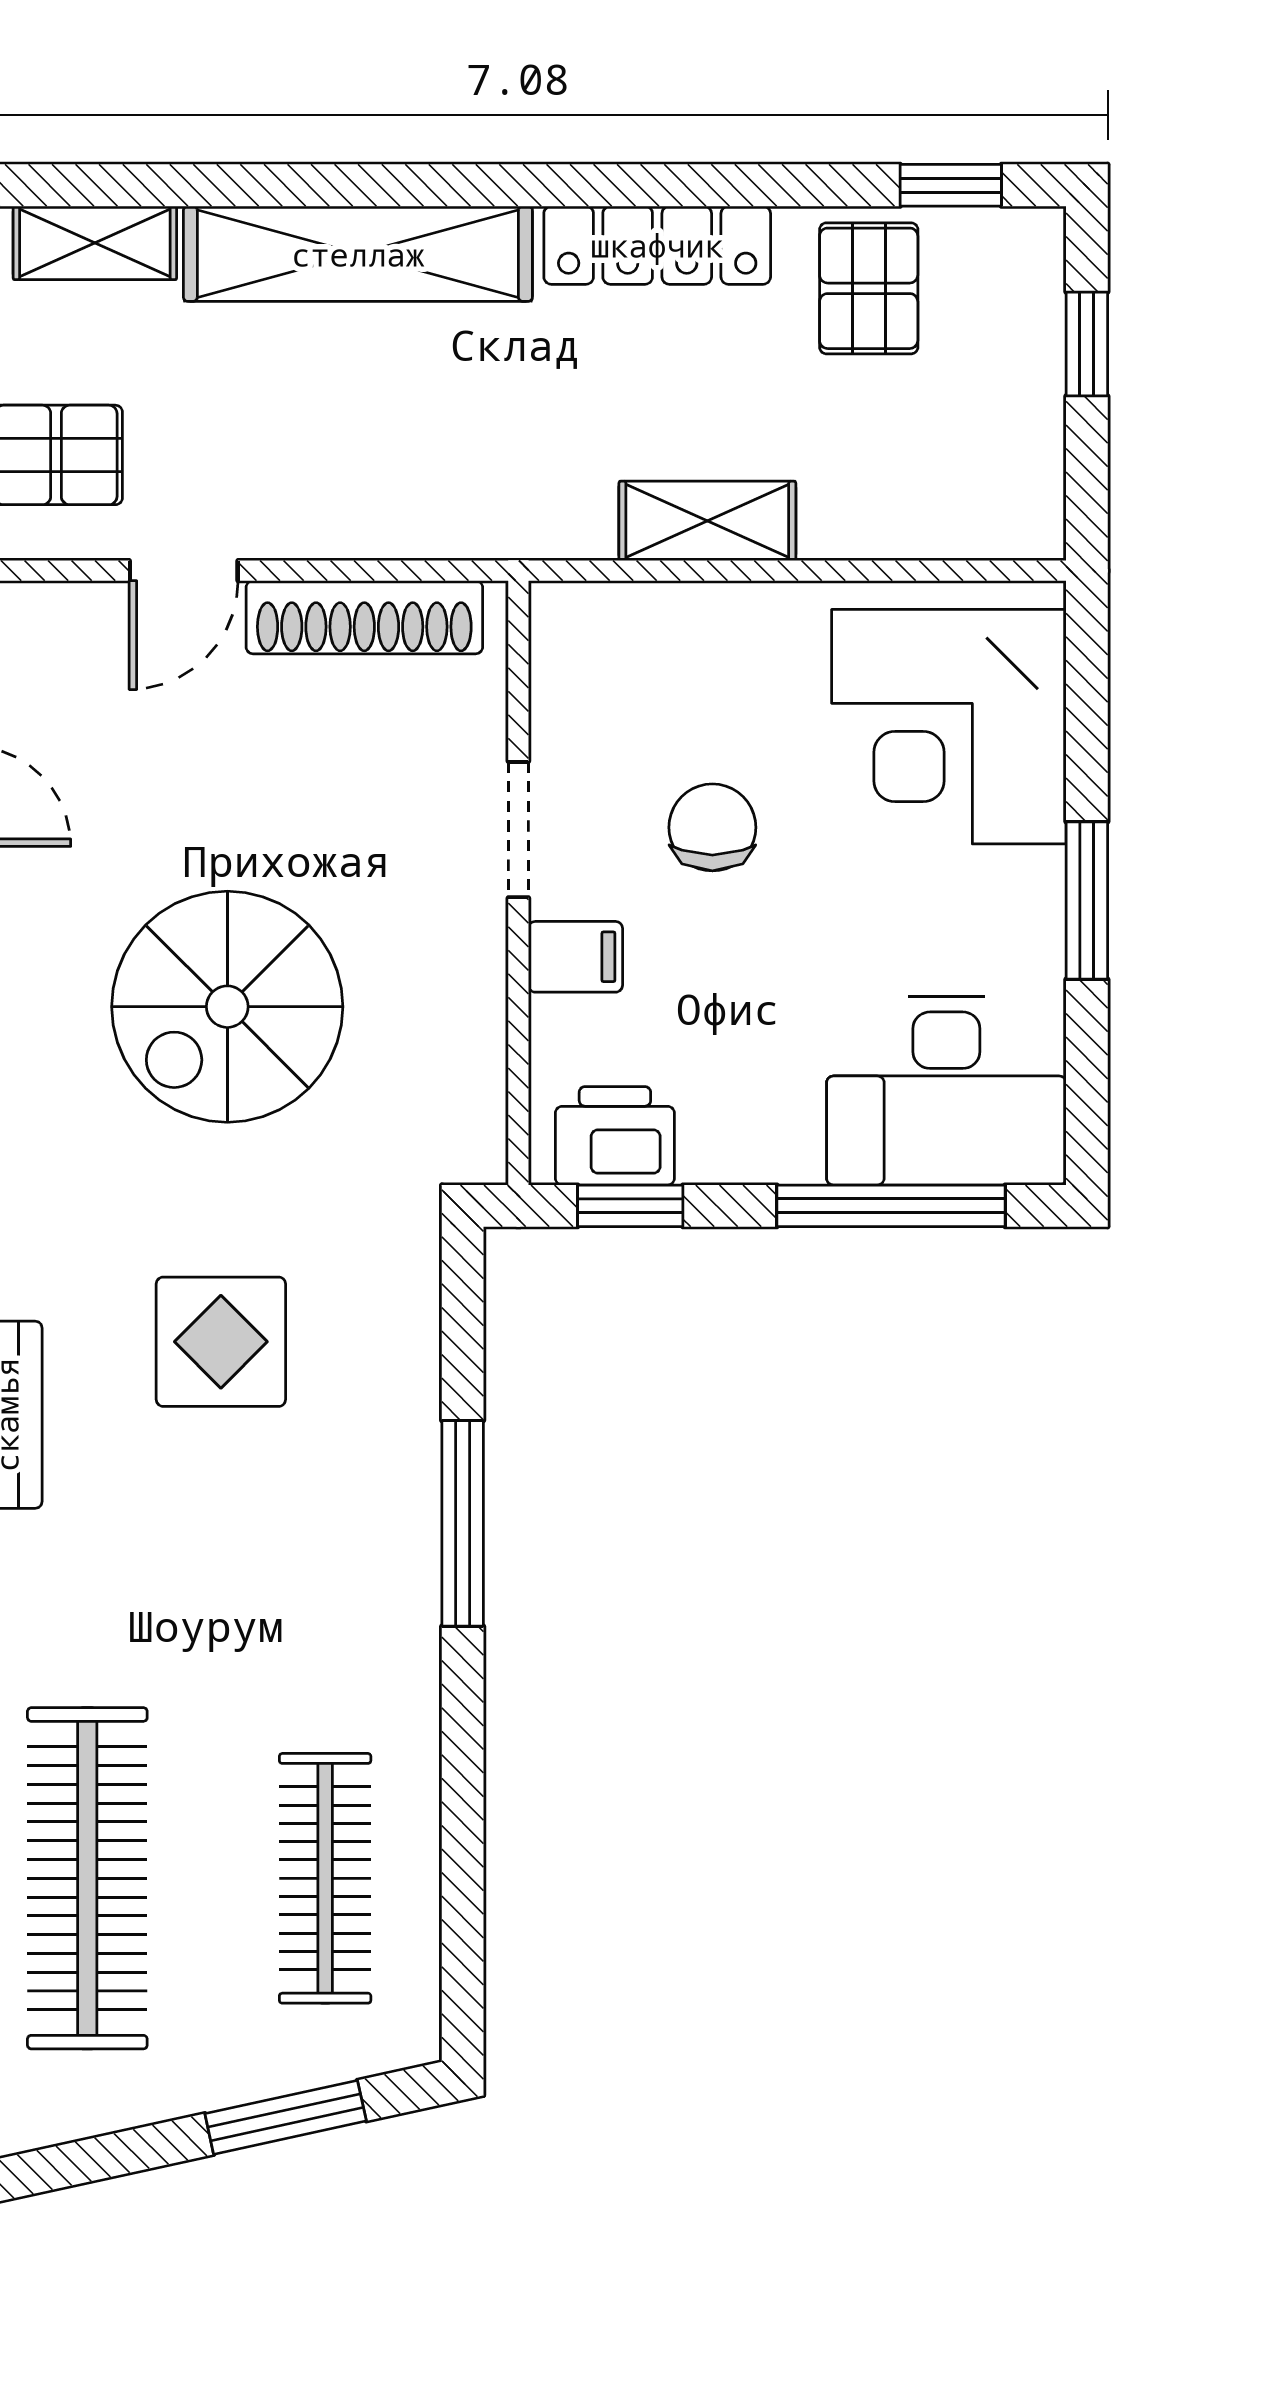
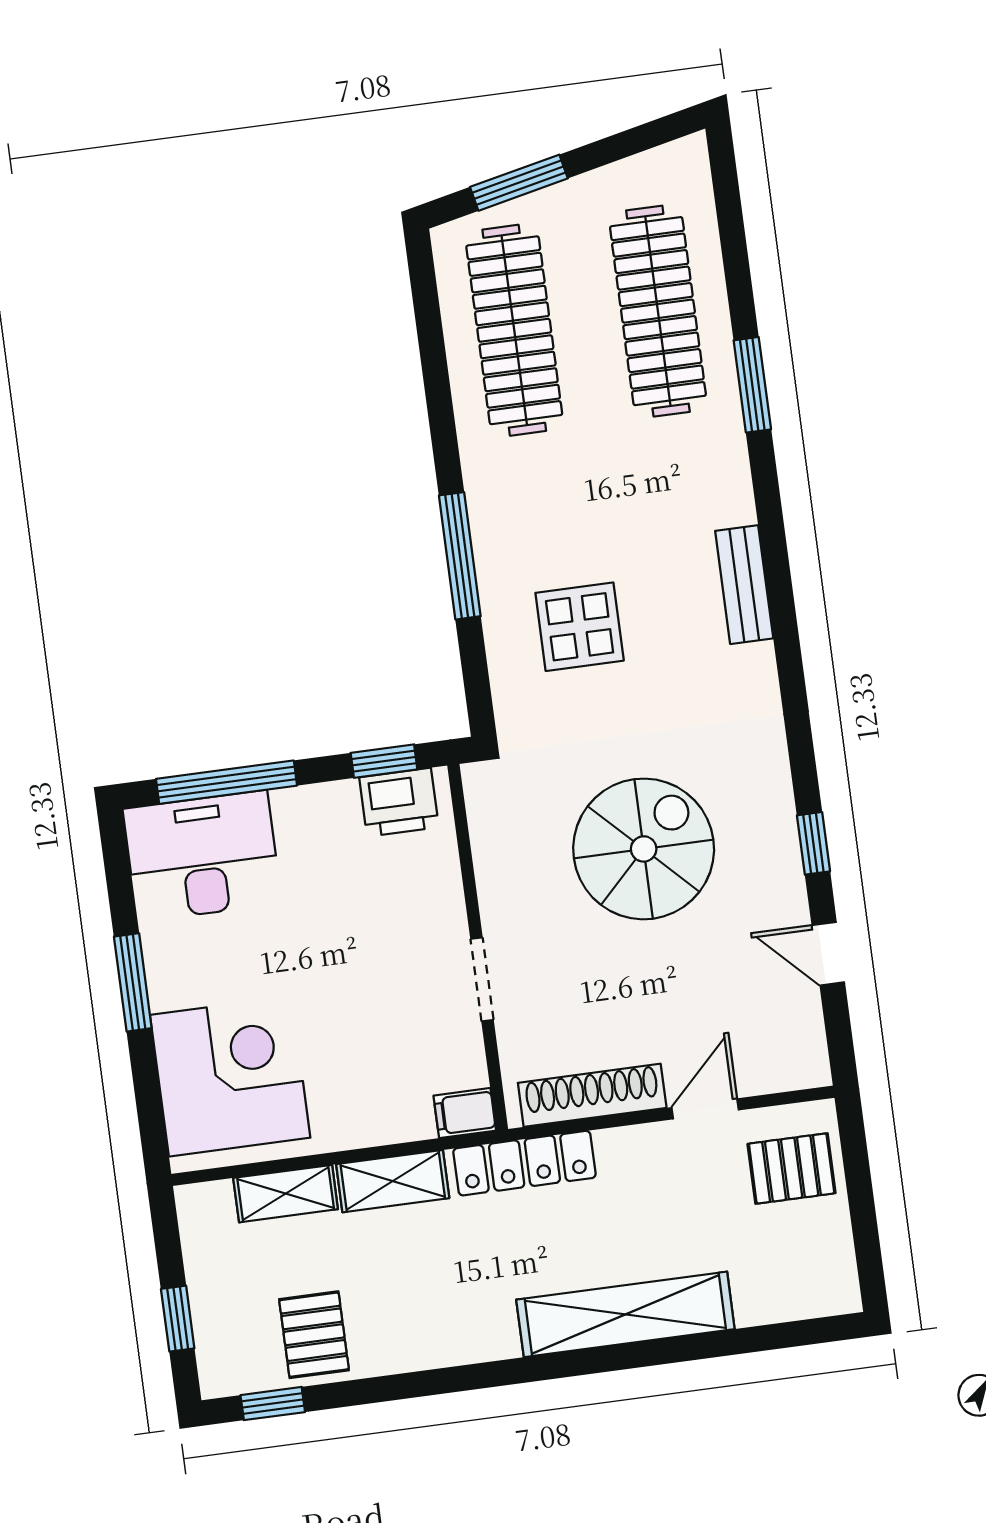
shelving: (95, 243) -> (286, 1194), moved
locker: (657, 245) -> (524, 1163), moved, turned 180
chair: (712, 827) -> (365, 996), removed
filing cabinet: (575, 957) -> (465, 1113), moved
display table: (221, 1342) -> (580, 627), moved
clothes rail: (325, 1878) -> (514, 330), width x1.37, depth x1.31

